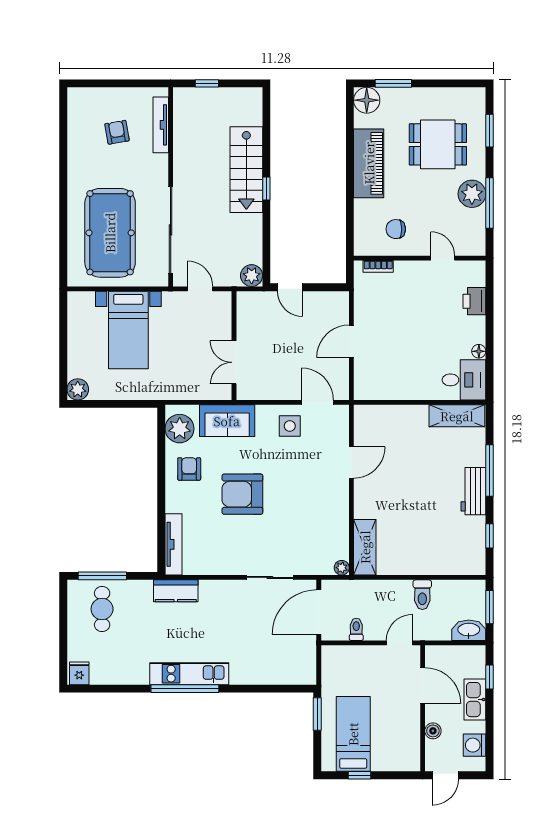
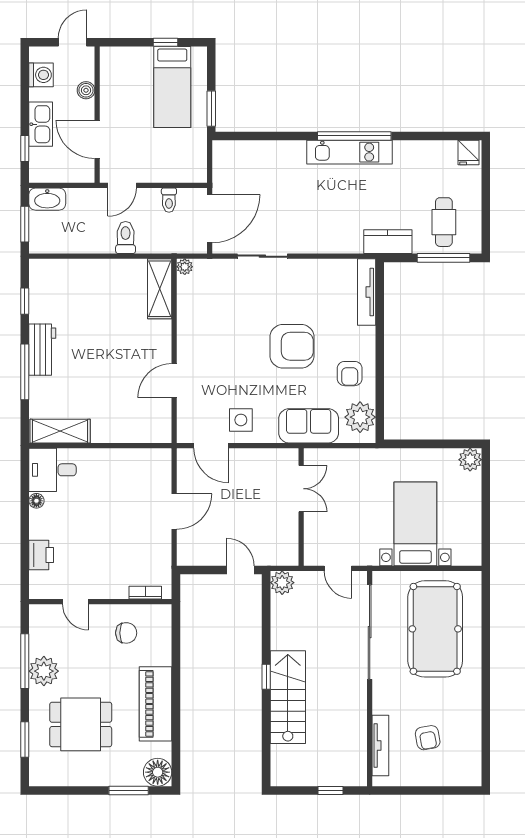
kitchen counter: (176, 591) -> (388, 242), moved
toilet: (422, 595) -> (126, 238), moved

